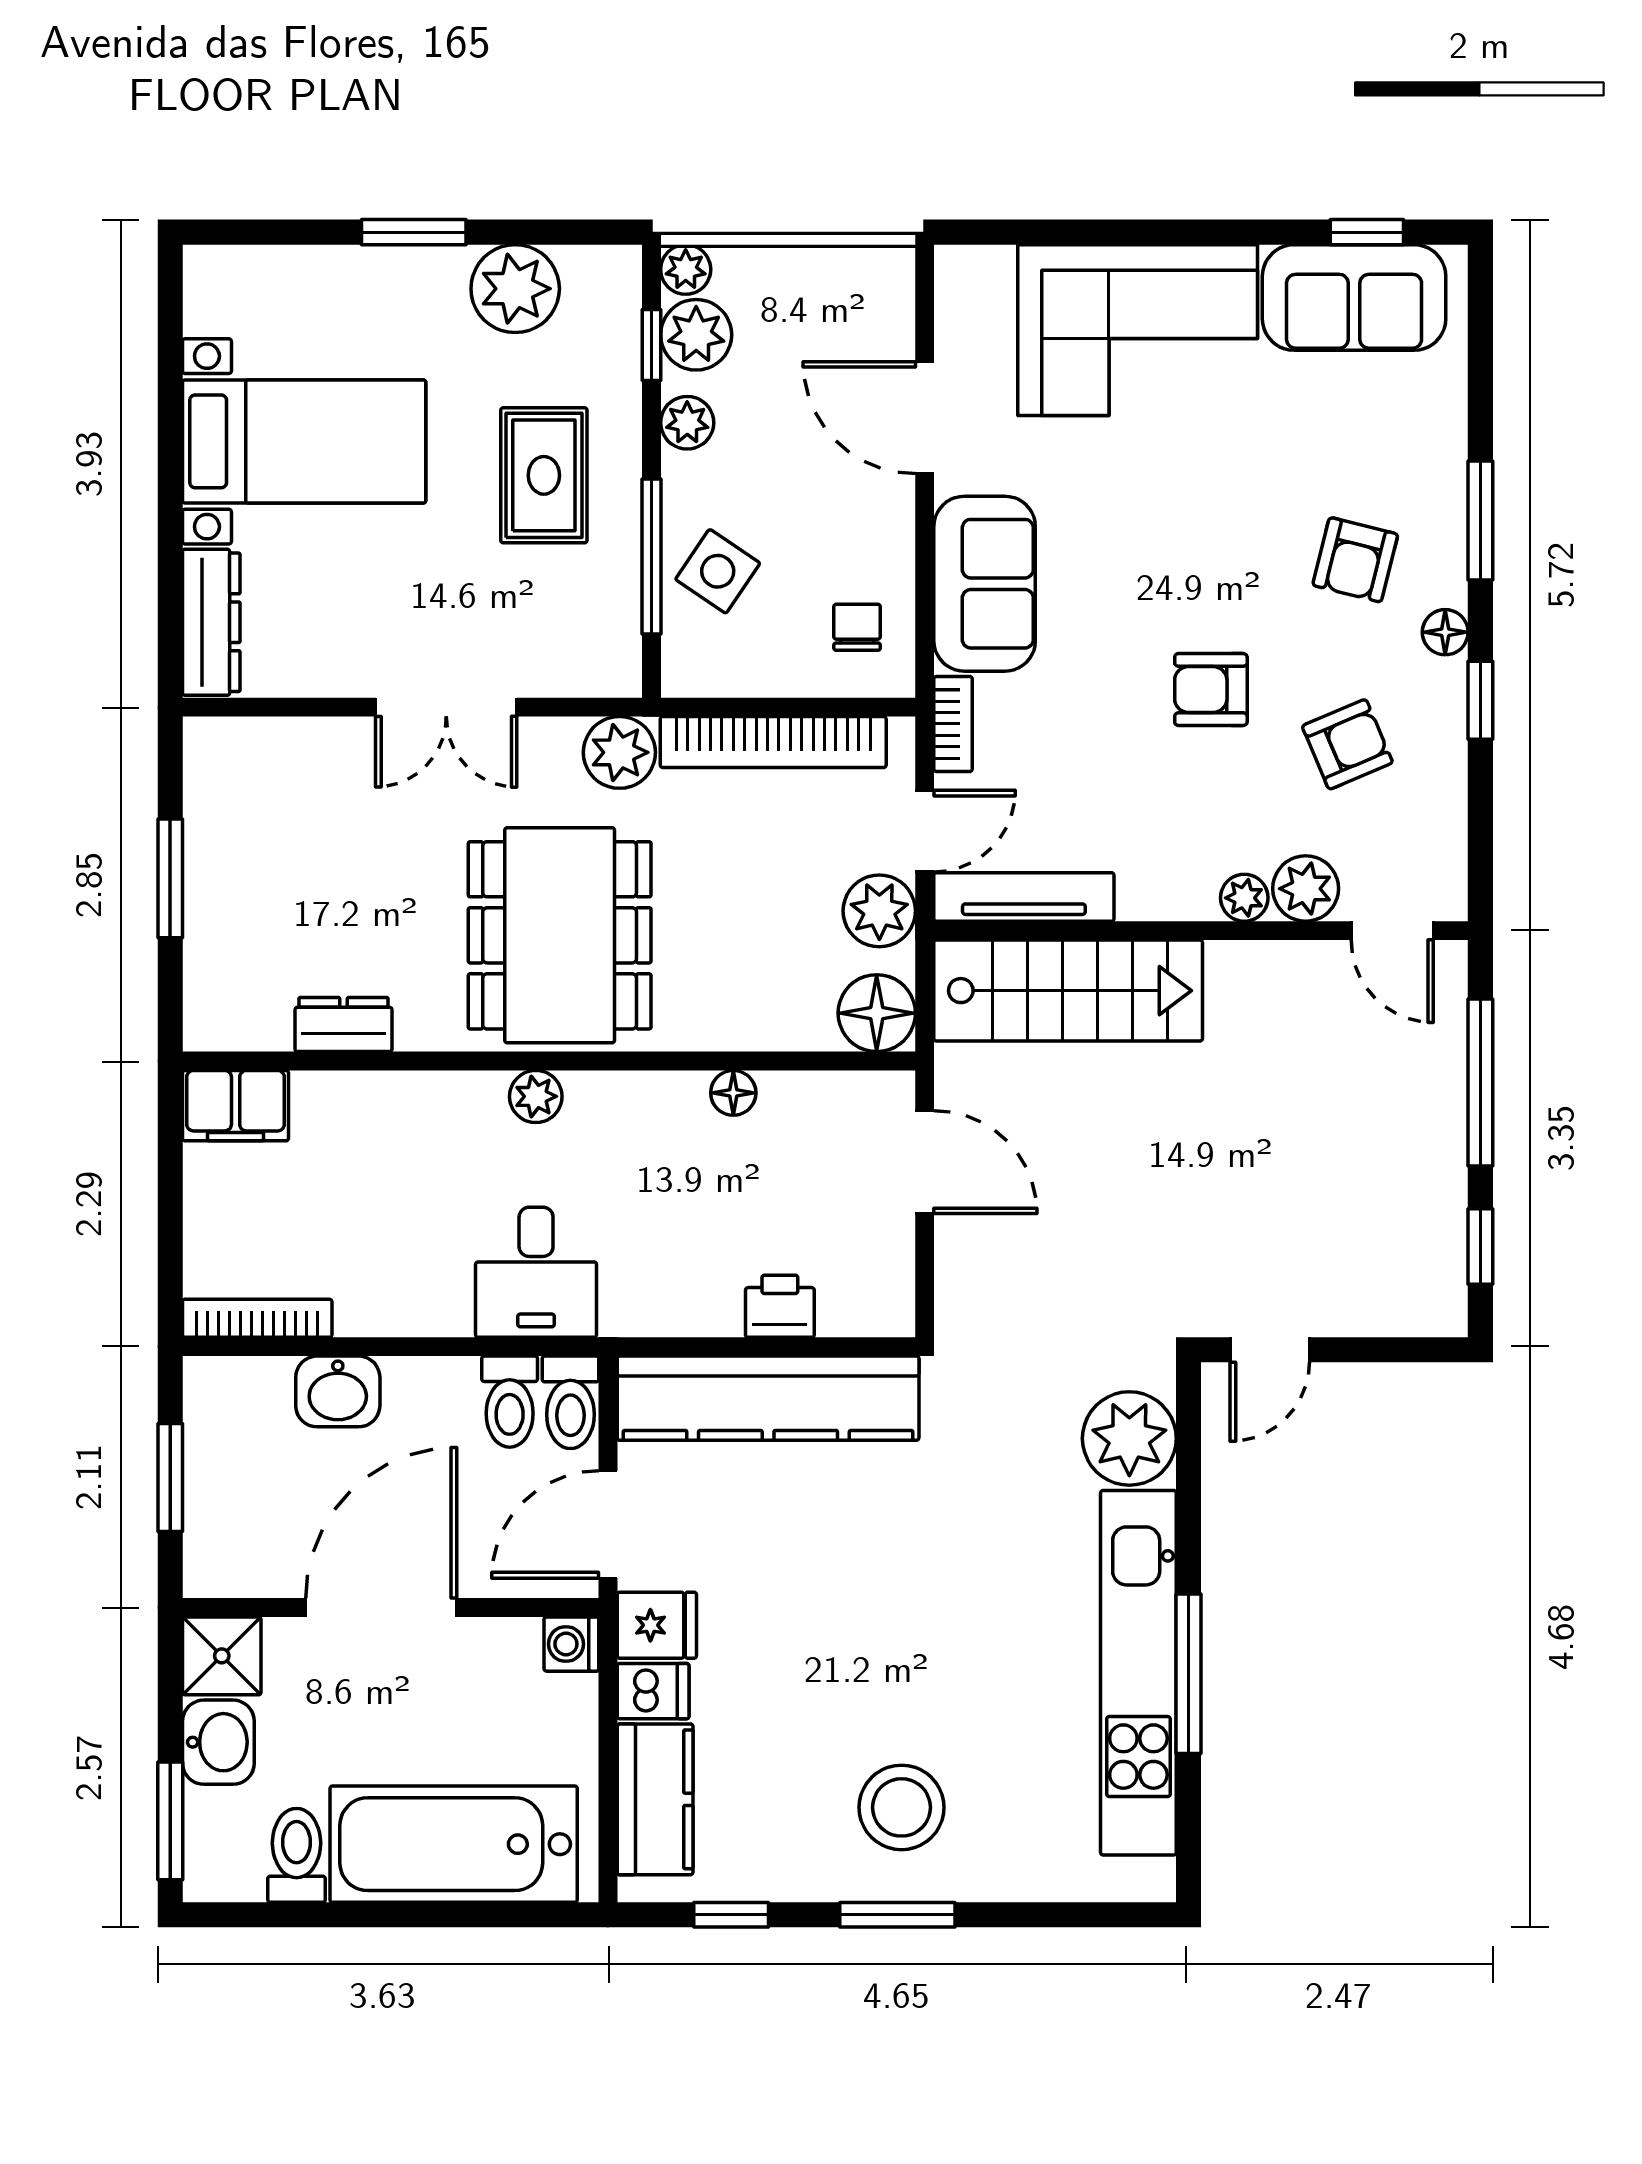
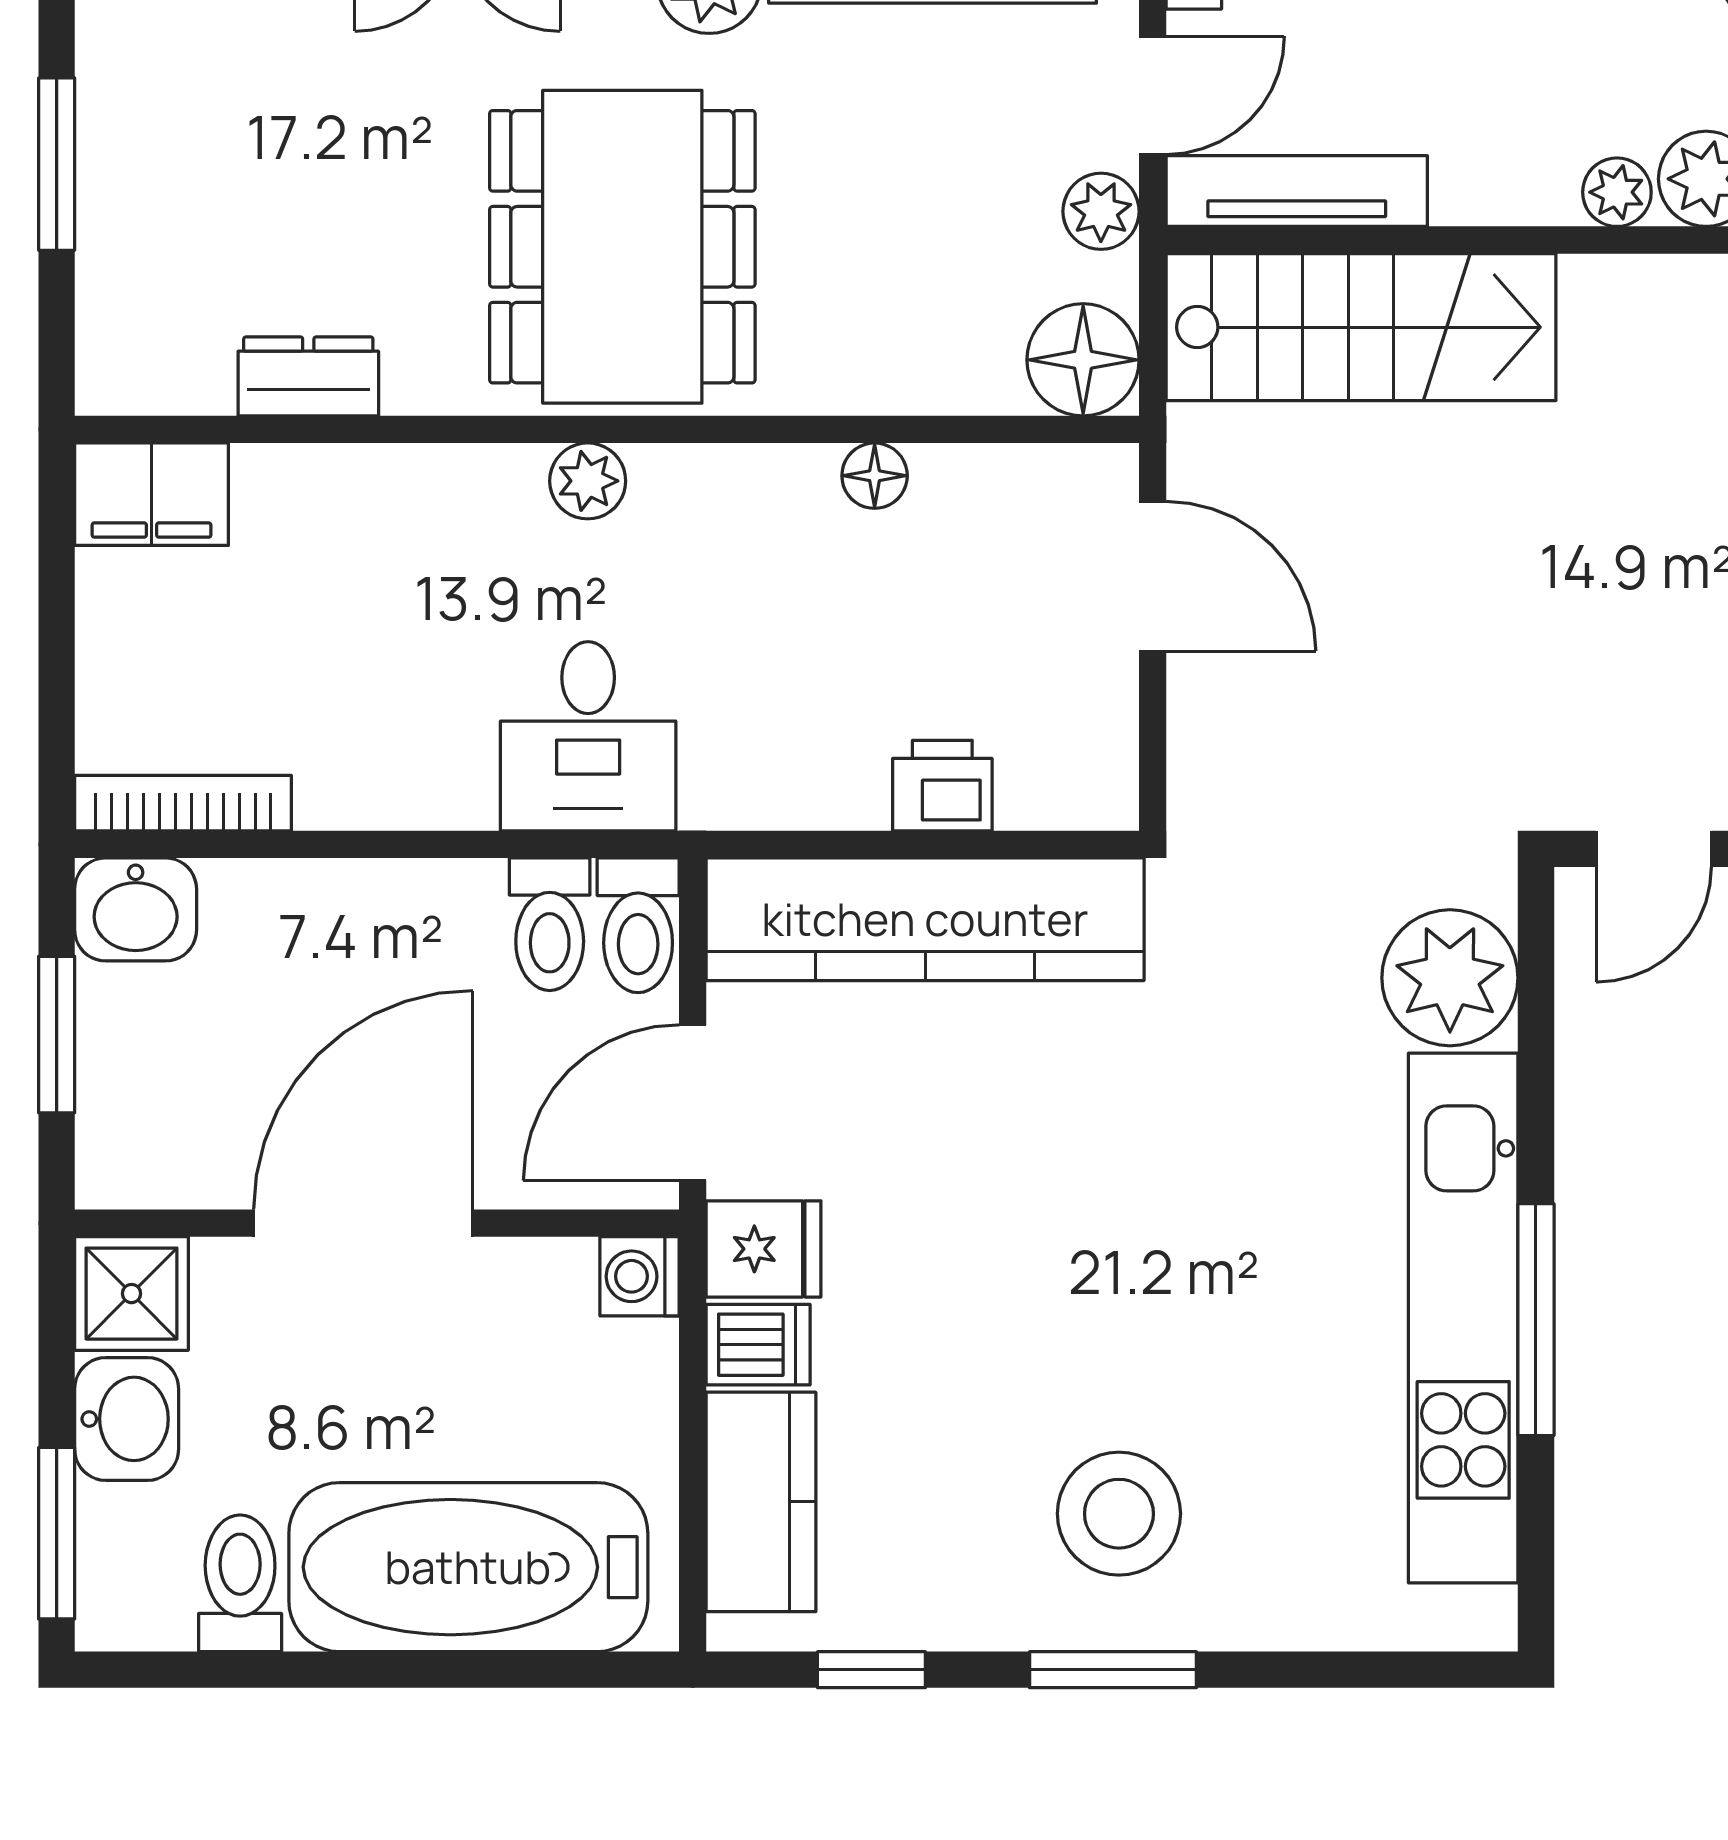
plant: (879, 911) -> (1101, 211), width x0.73, depth x0.73
washbasin: (338, 1391) -> (136, 909), moved

